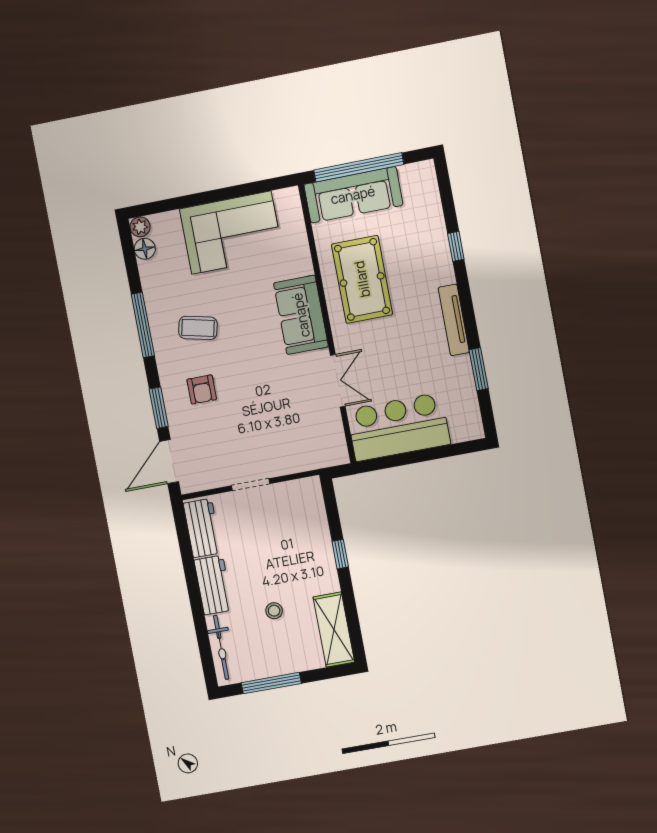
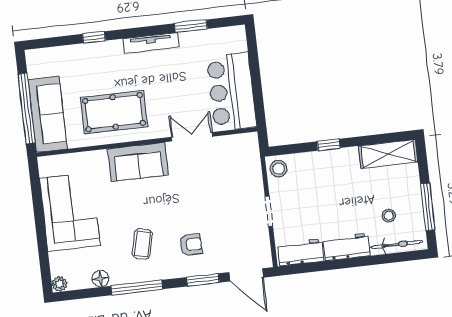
floor lamp: (145, 249) -> (100, 279), moved
stool: (305, 493) -> (278, 169), added
stool: (274, 611) -> (389, 216), moved

